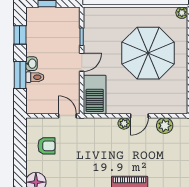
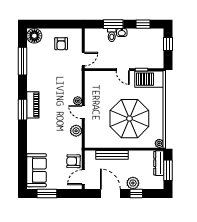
barbecue: (95, 95) -> (149, 79), moved

